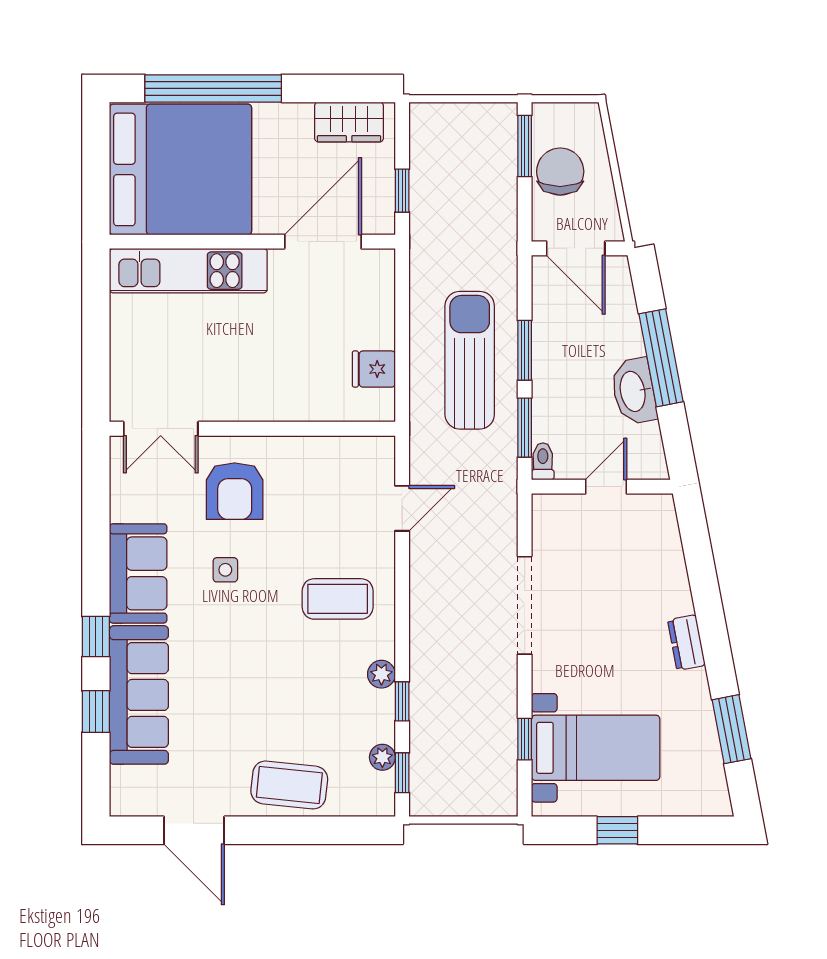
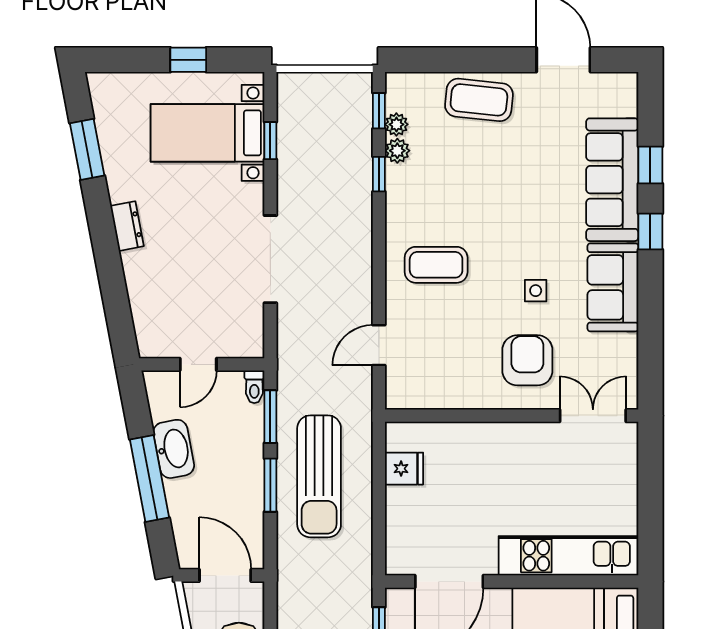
plant: (381, 674) -> (397, 151), moved

